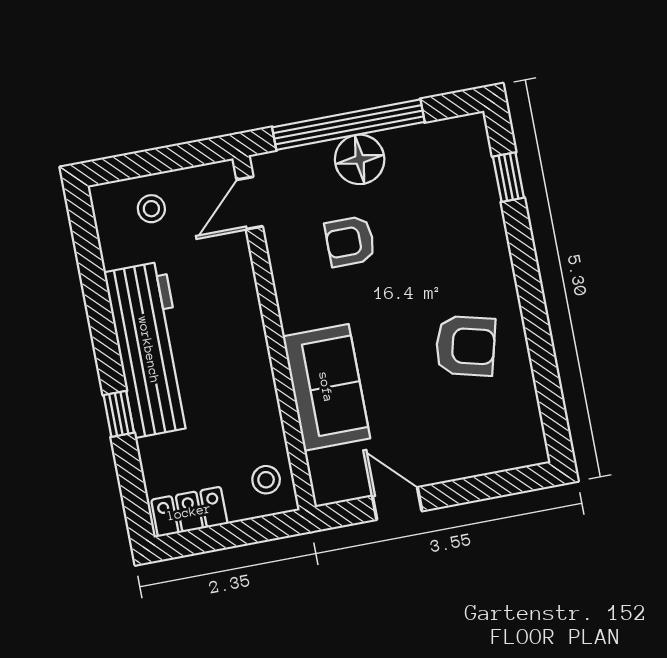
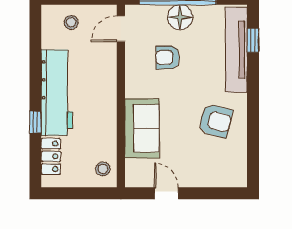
tv unit: (480, 201) -> (236, 50), added
locker: (189, 512) -> (51, 156), moved, turned 90

